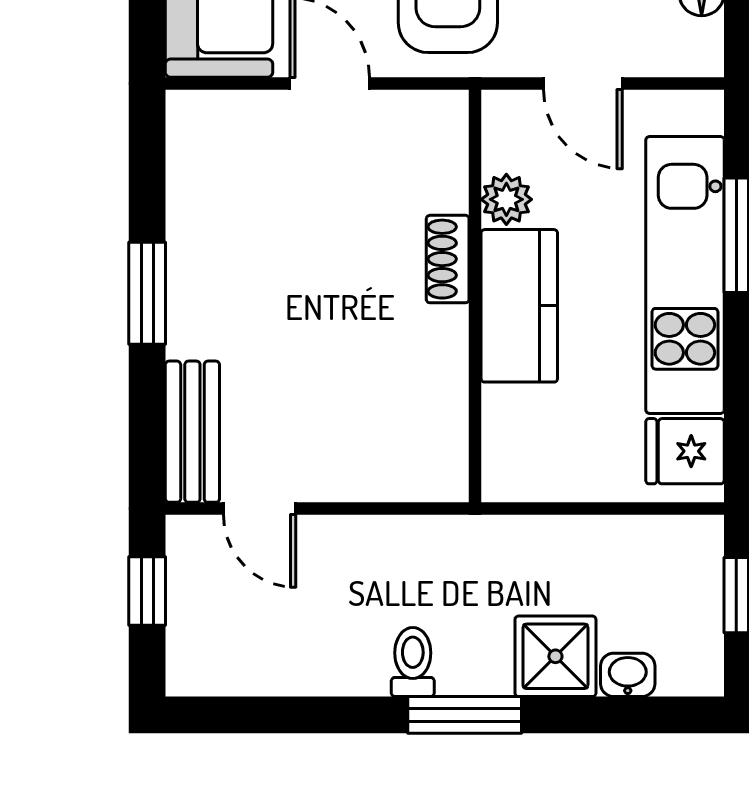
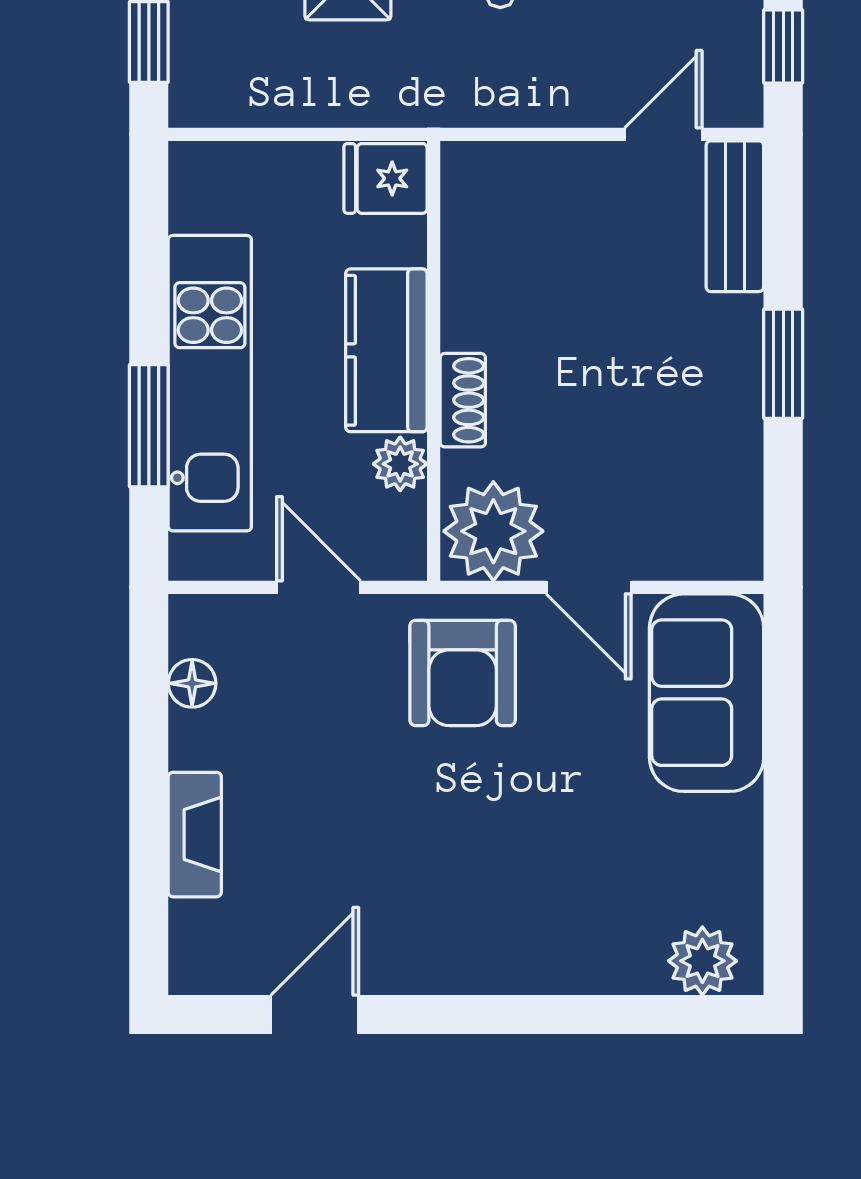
plant: (419, 136) -> (493, 531), added
fridge: (685, 451) -> (386, 178), moved, turned 180
door: (260, 509) -> (663, 134), hinge flipped

